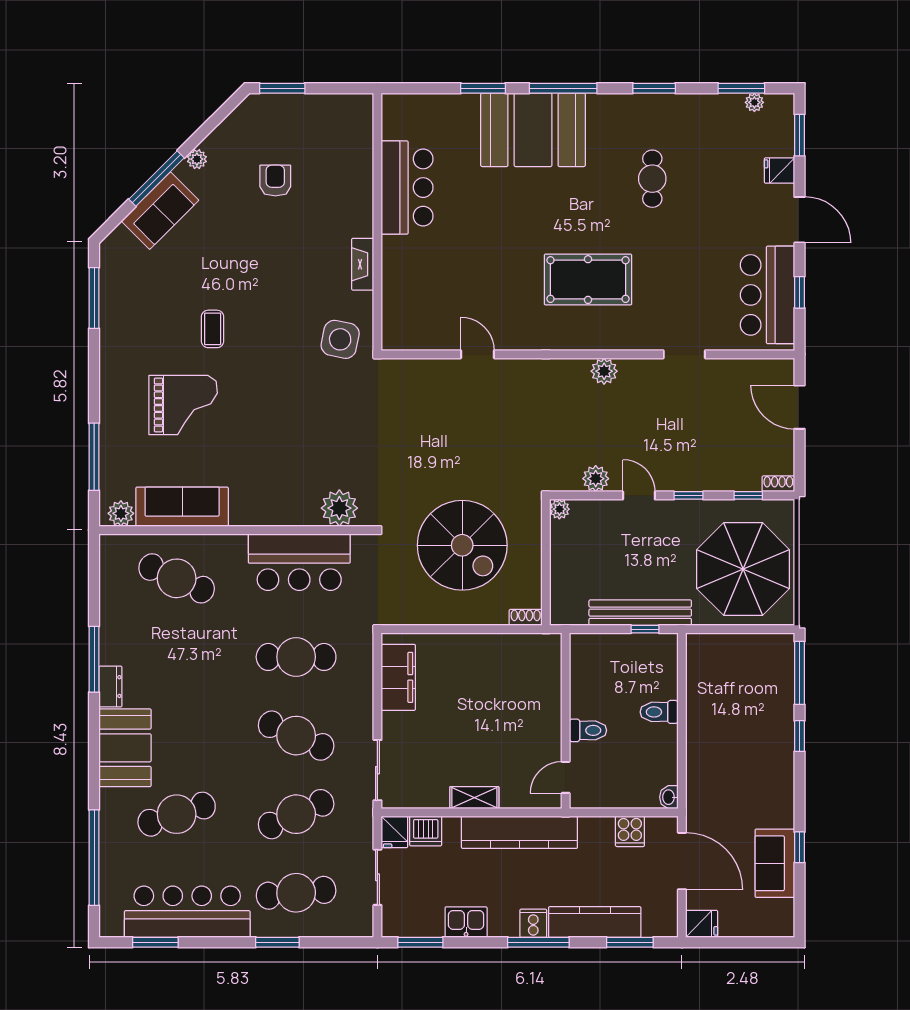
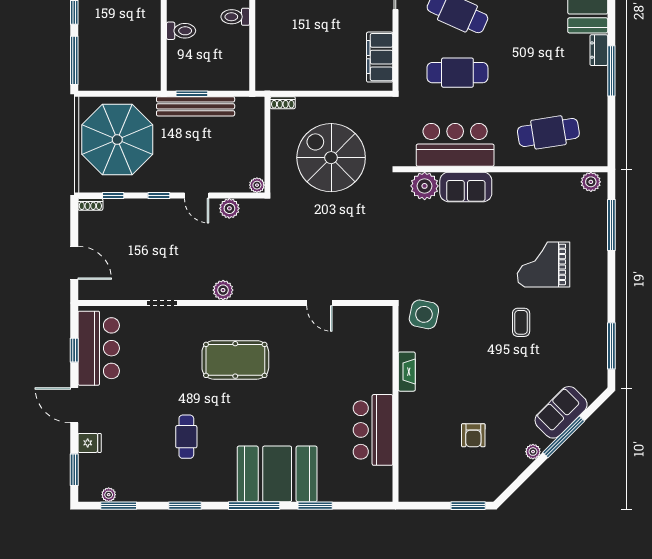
sofa: (182, 507) -> (466, 187), moved, width x0.73
cafe table: (177, 578) -> (548, 132), turned -33
window: (645, 629) -> (192, 94), width x1.50

